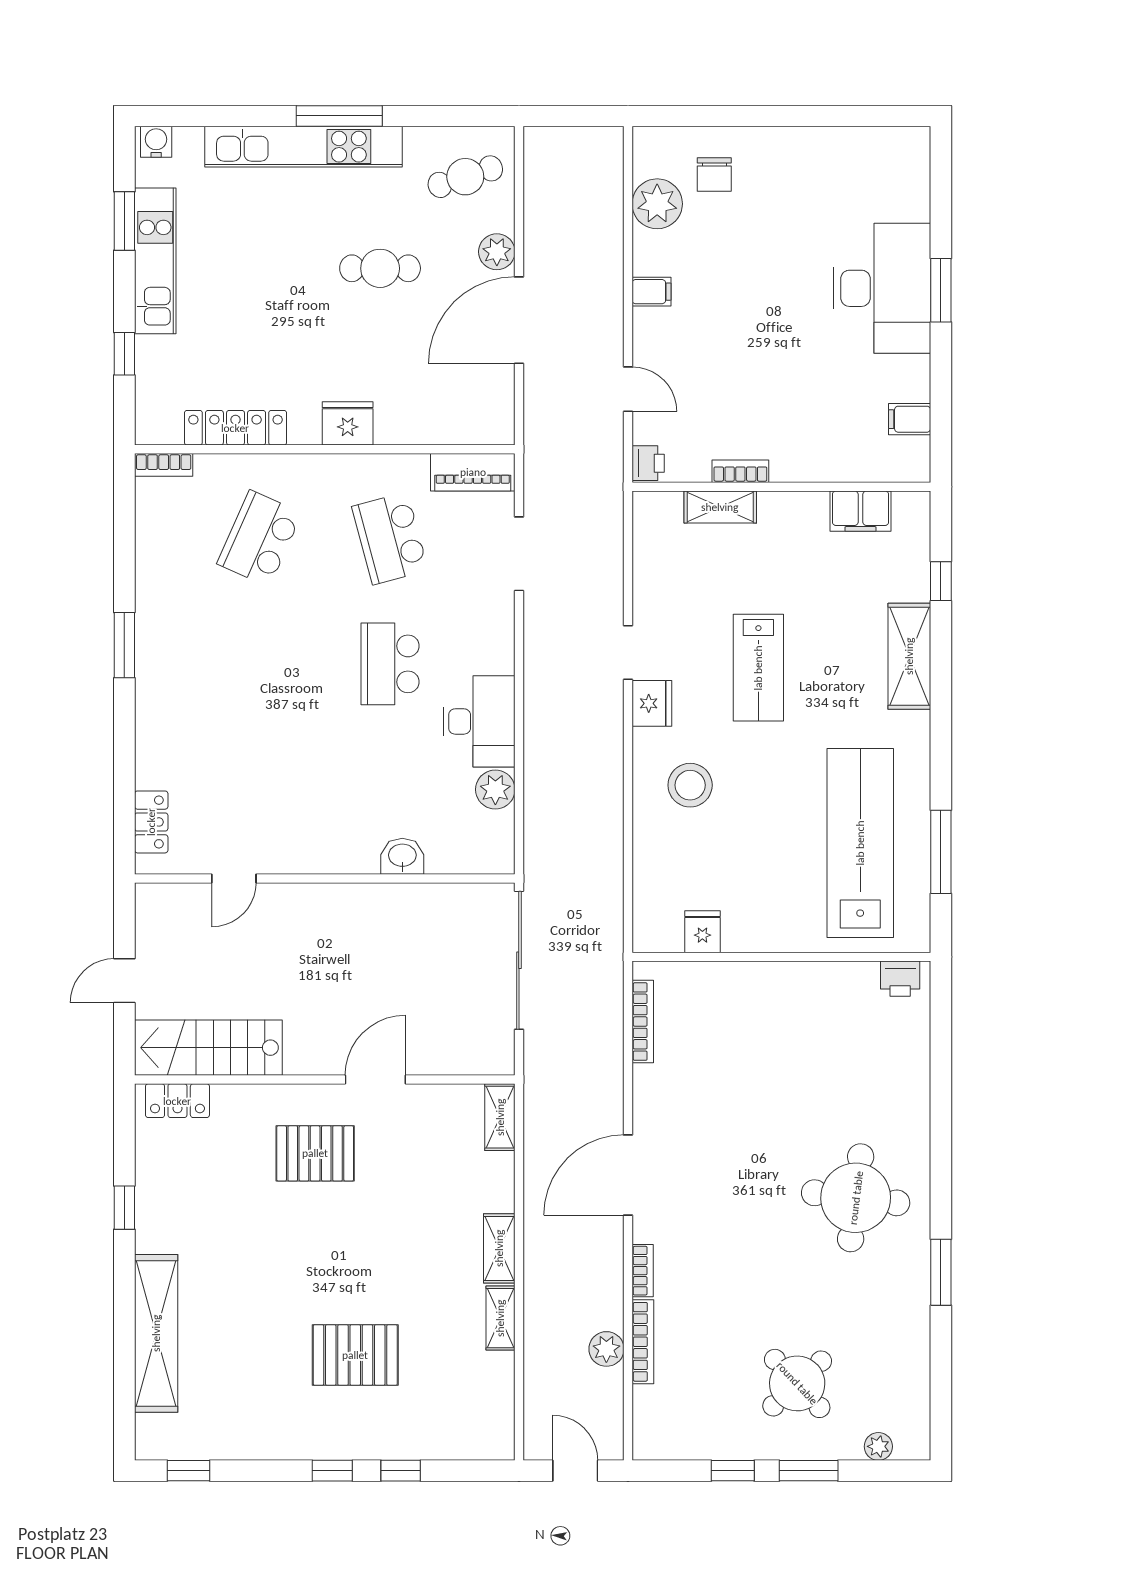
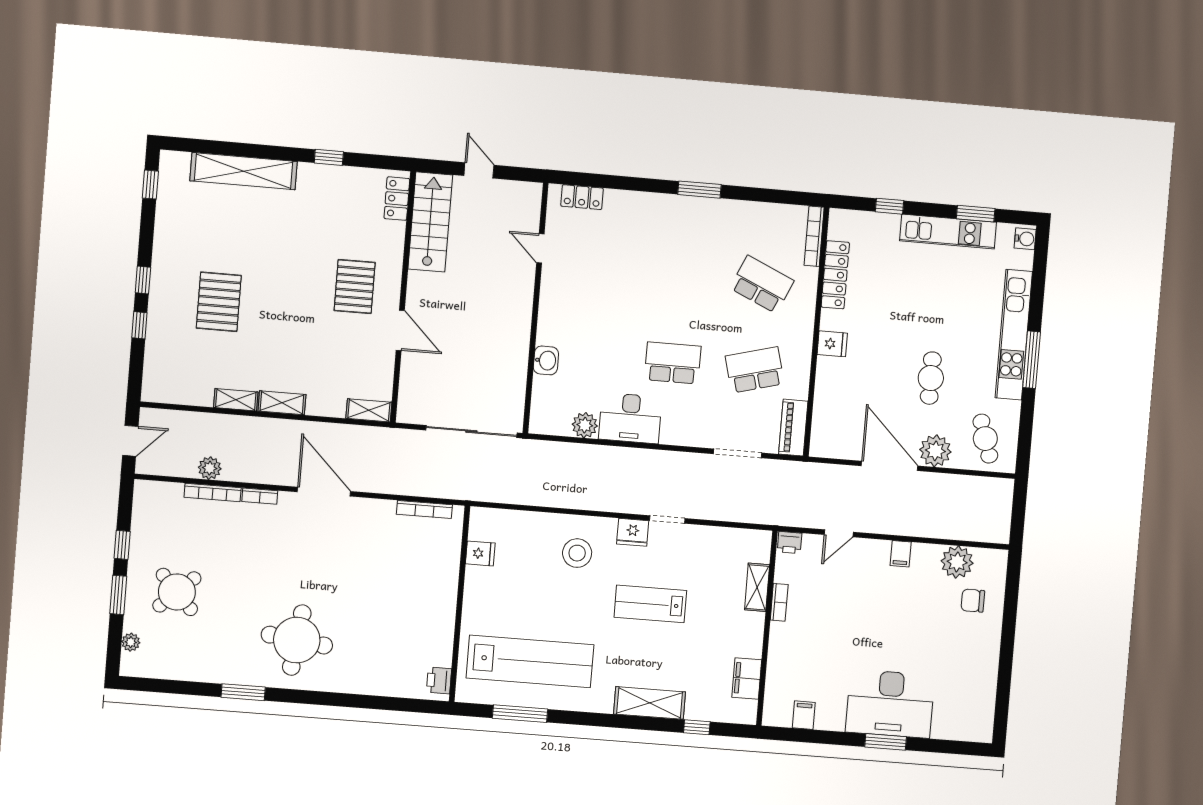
plant: (497, 252) -> (935, 451), width x1.36, depth x1.36
fridge: (348, 423) -> (832, 344), width x0.72
bookcase: (164, 465) -> (814, 236), width x1.56

